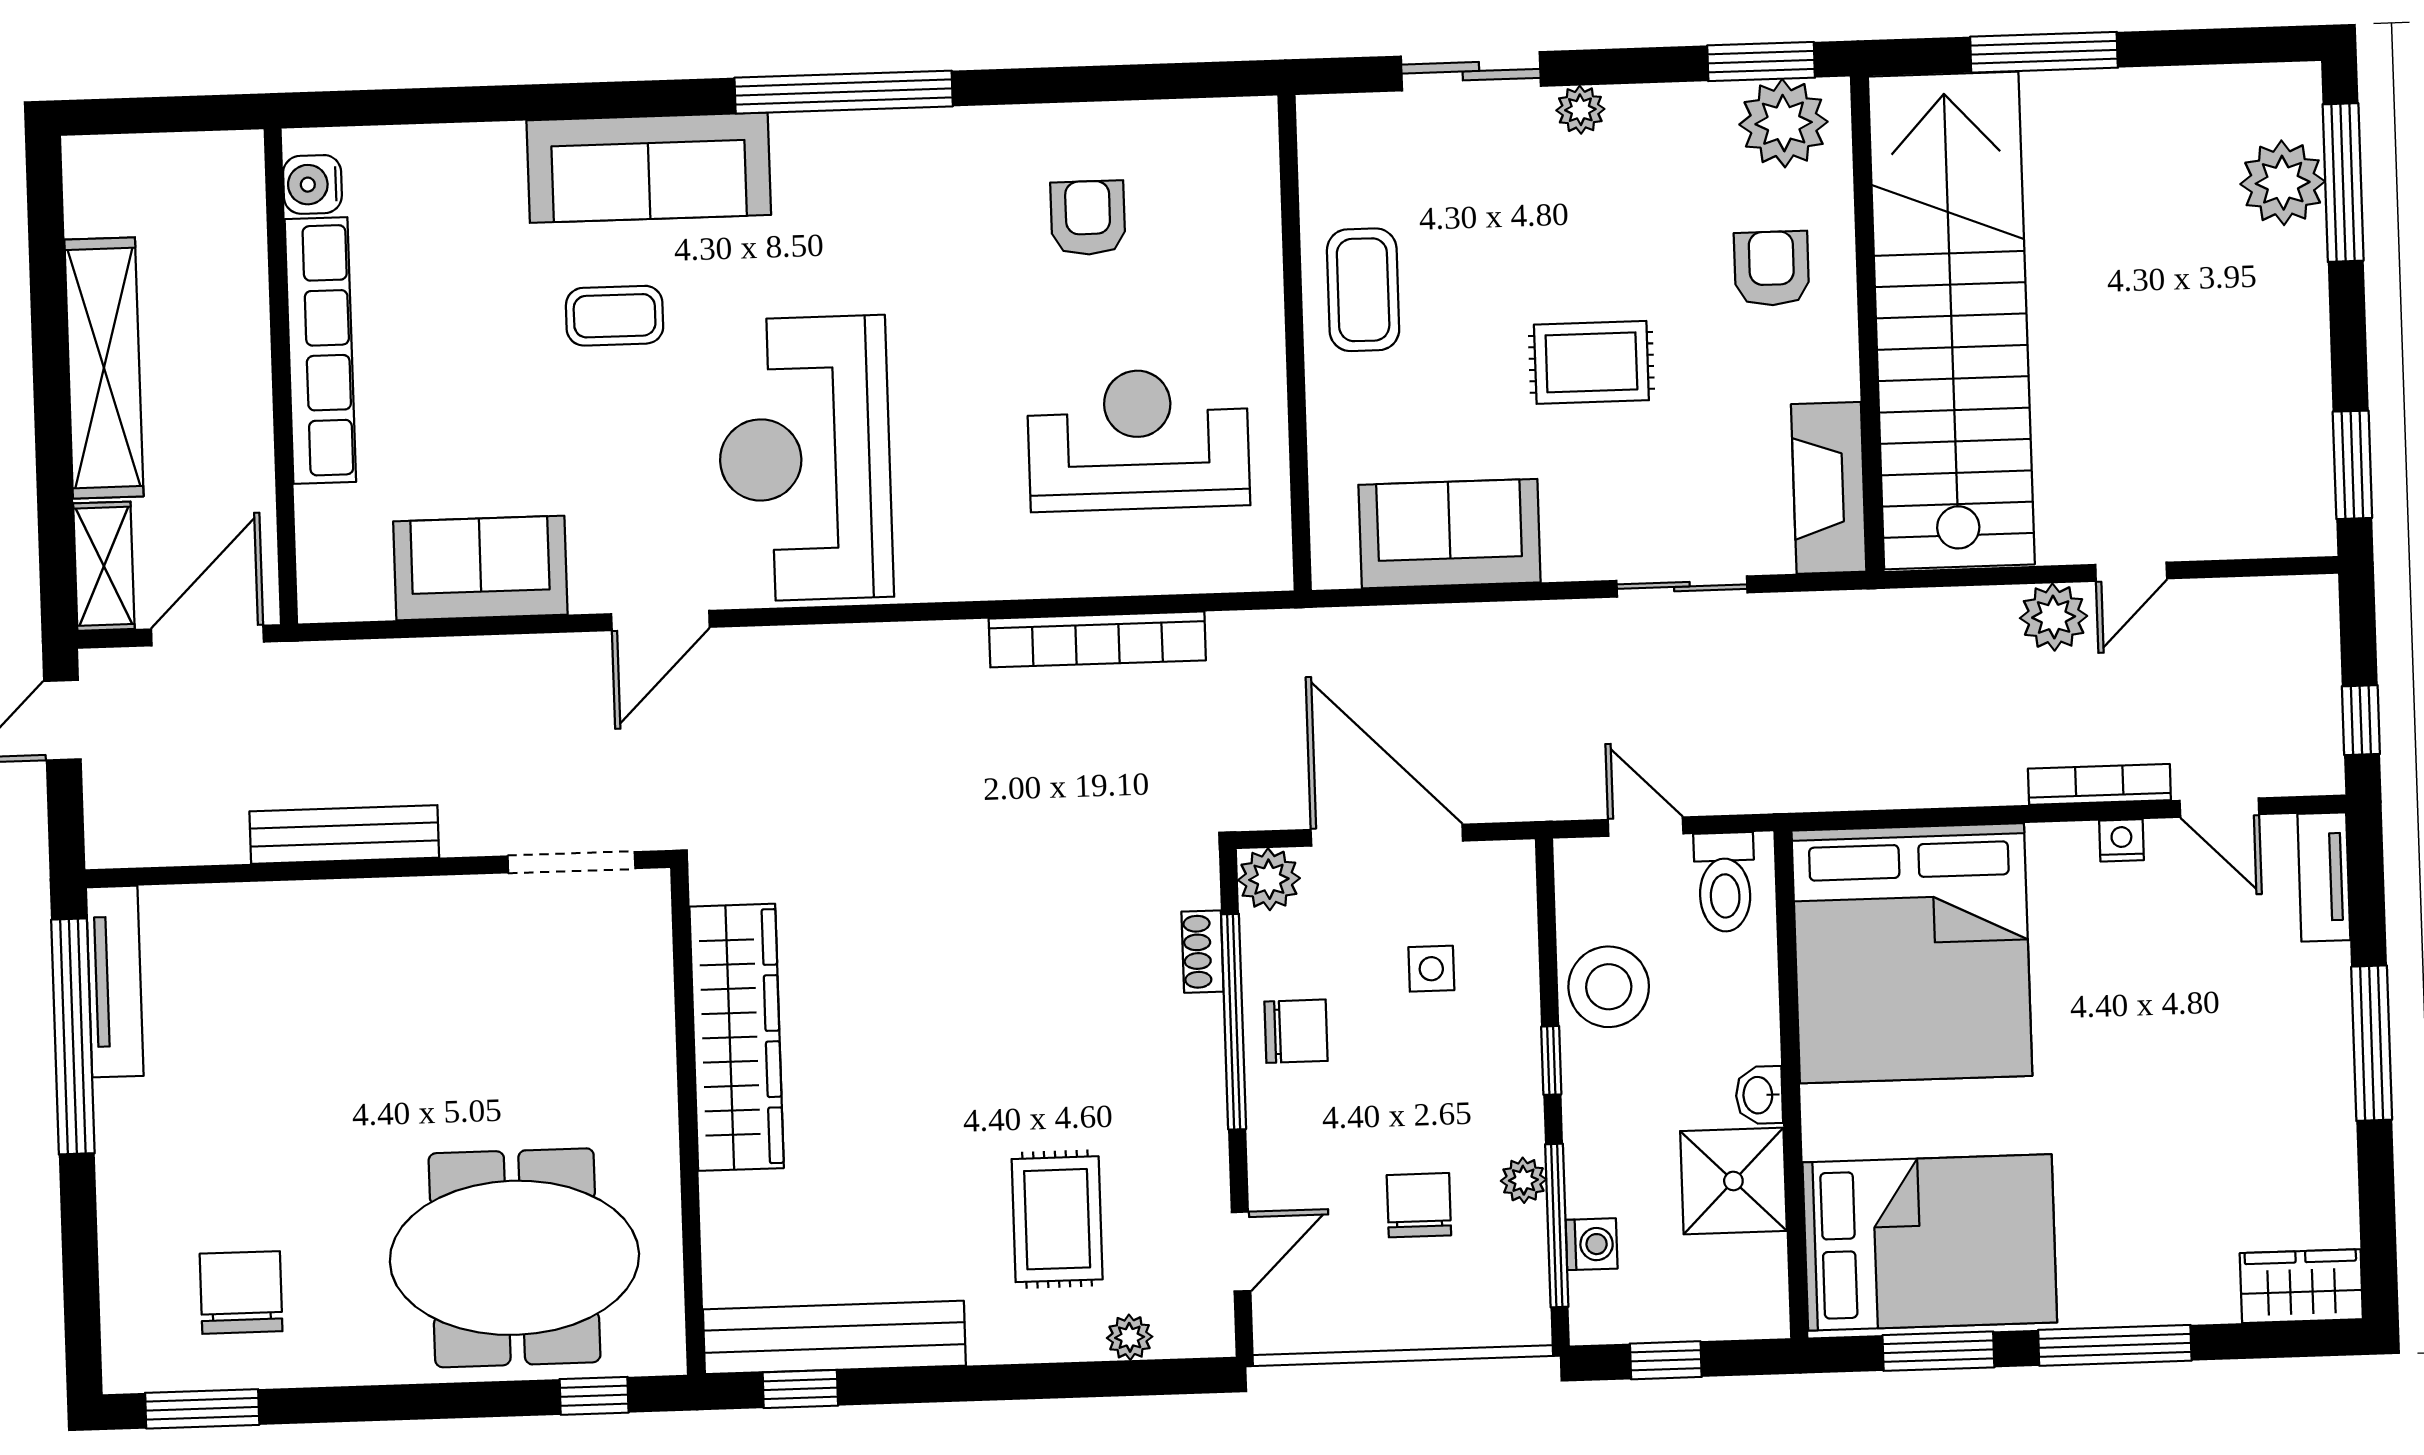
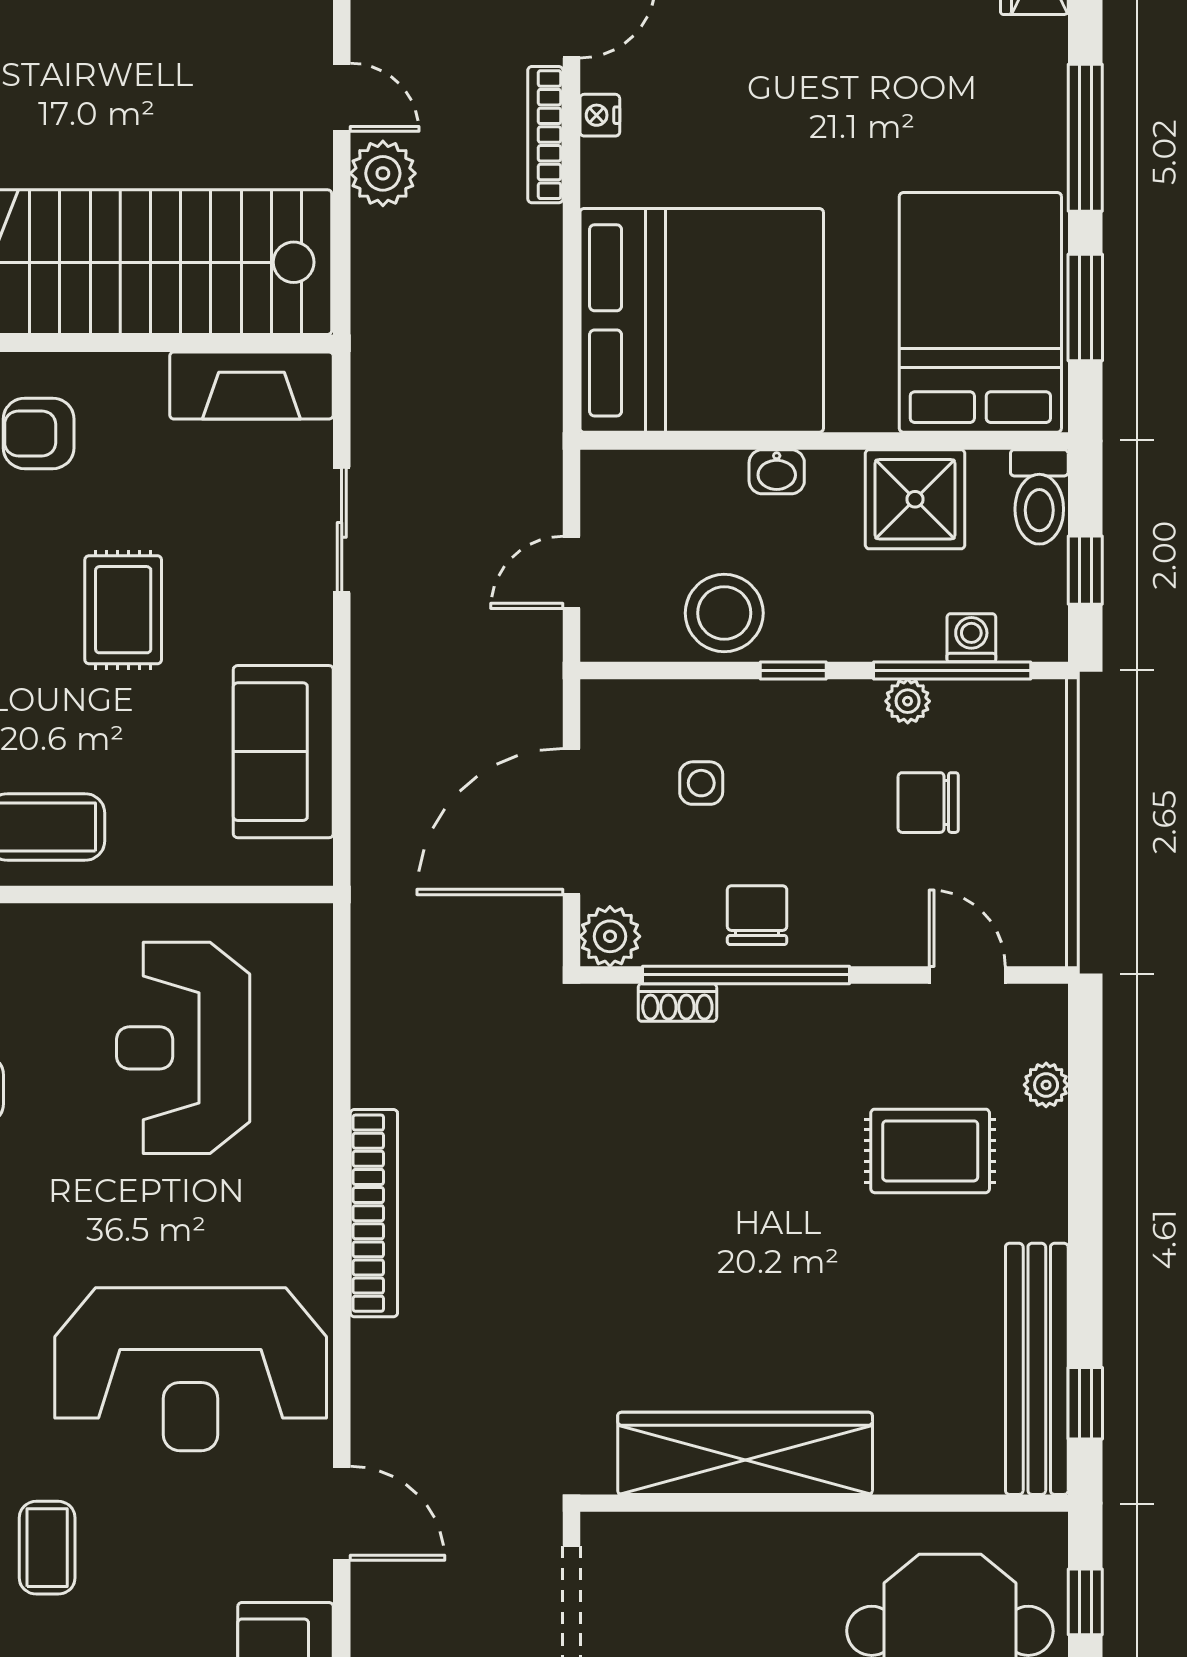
bookcase: (1097, 639) -> (374, 1213), moved
toilet: (1725, 882) -> (1039, 497), moved, turned 90
washbasin: (1759, 1095) -> (777, 472), moved

